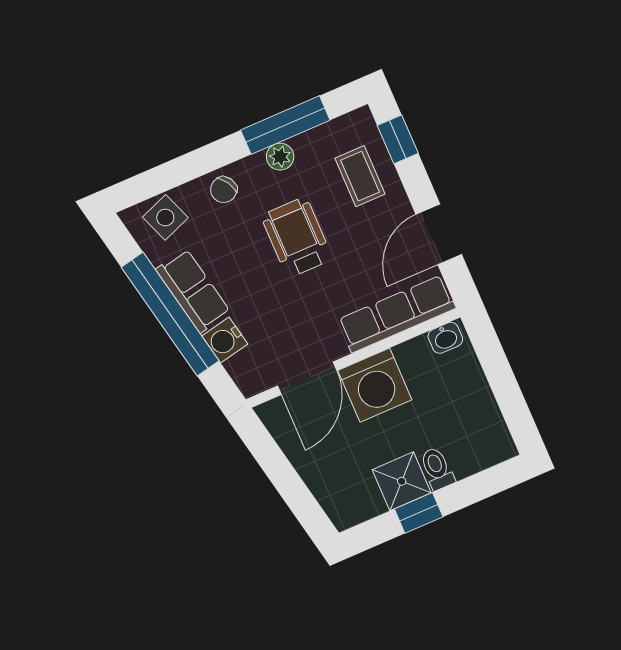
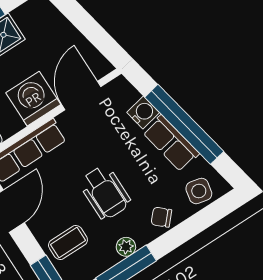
coffee table: (360, 176) -> (68, 242), turned 90
chair: (224, 190) -> (161, 217), turned -107
side table: (165, 217) -> (199, 191), turned 33

